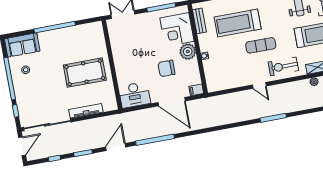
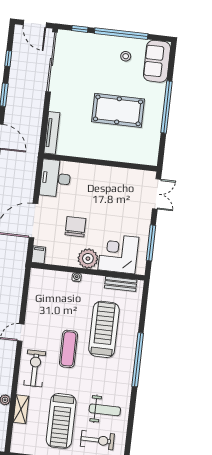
pool table: (85, 73) -> (118, 110), moved, turned 90
tv unit: (86, 111) -> (52, 133), moved

